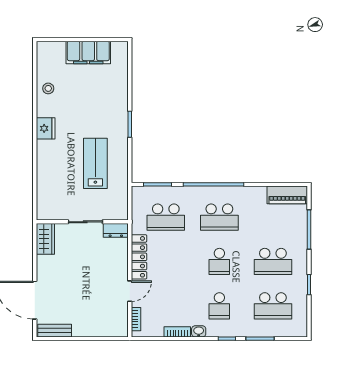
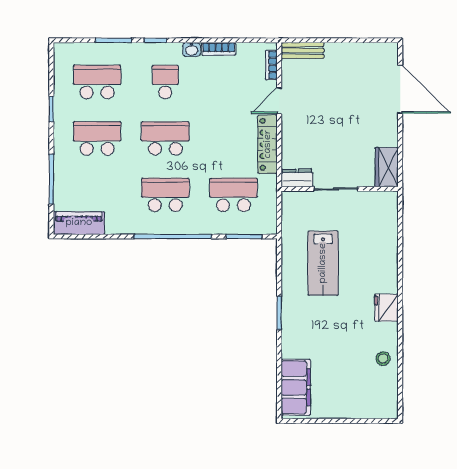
filing cabinet: (88, 53) -> (296, 387), moved, turned 90
school desk: (219, 261) -> (165, 138), width x1.85
bench: (55, 331) -> (303, 50), moved

